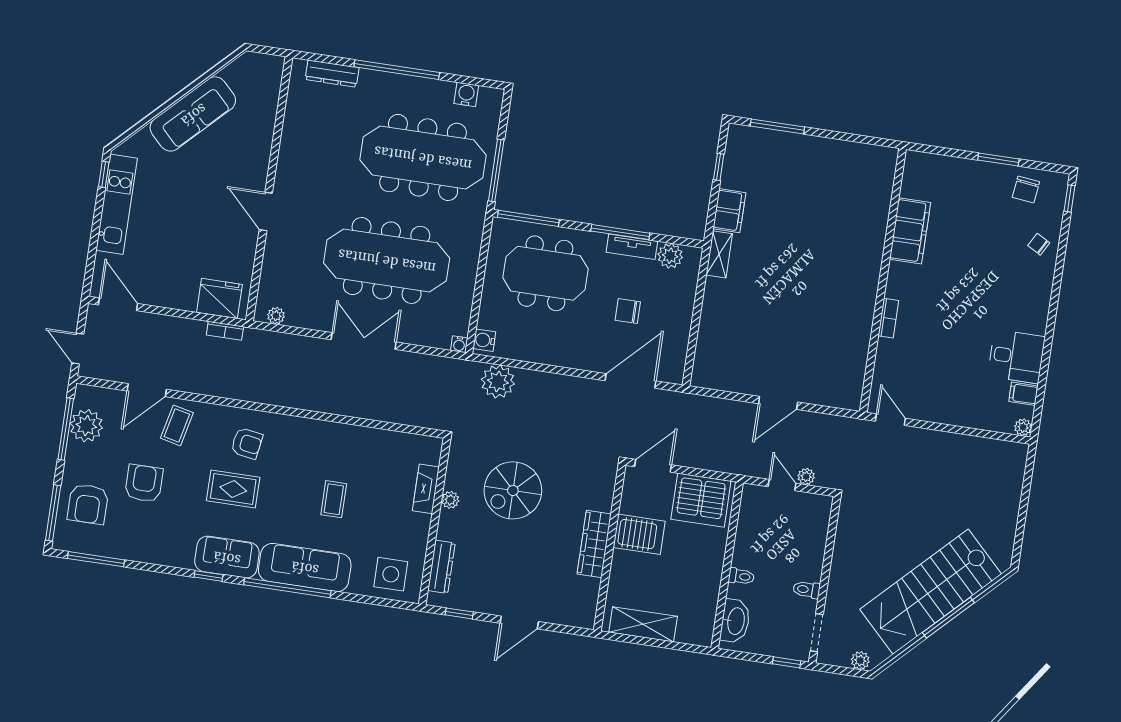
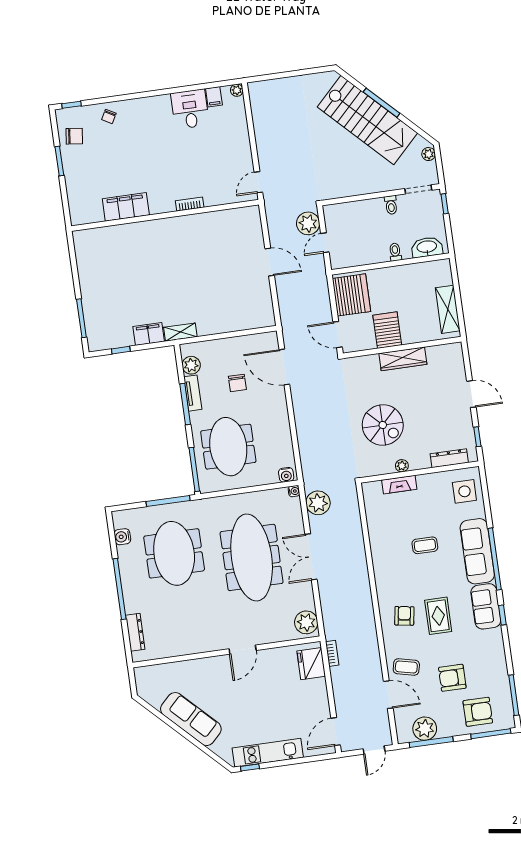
meeting table: (423, 157) -> (174, 553), width x0.73
plant: (276, 316) -> (306, 622), width x1.88, depth x1.88
plant: (498, 382) -> (318, 503), moved
plant: (806, 477) -> (308, 223), width x1.87, depth x1.87

